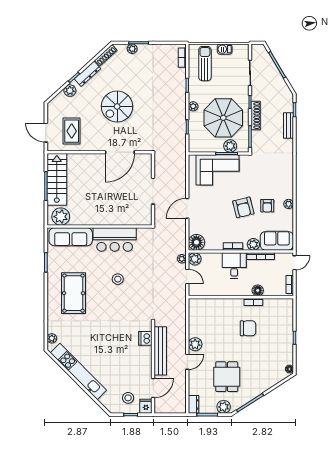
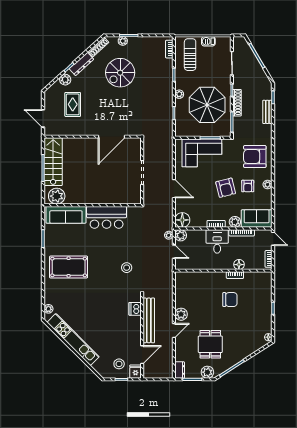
spiral stairs: (117, 106) -> (120, 73), moved
rug: (72, 131) -> (73, 104), moved
plant: (230, 146) -> (214, 131), removed
armchair: (275, 174) -> (255, 157), added
door: (187, 208) -> (174, 189), swing flipped
door: (295, 263) -> (273, 239), hinge flipped
stool: (118, 279) -> (127, 268), moved
pool table: (74, 293) -> (69, 267), turned 90

